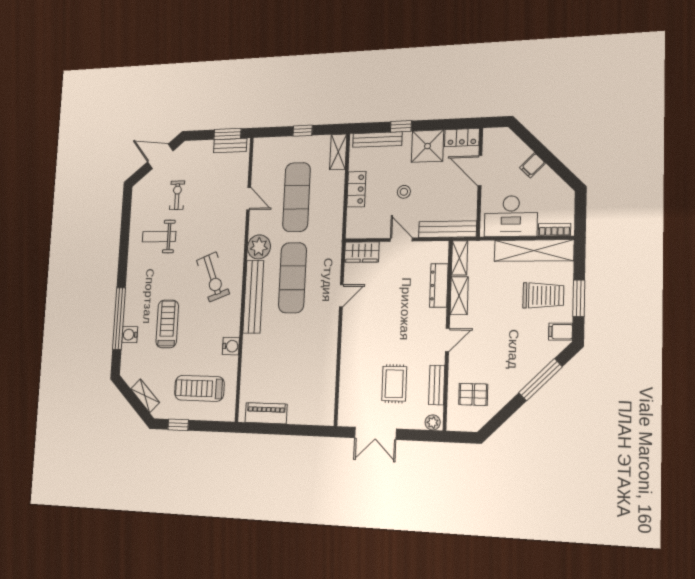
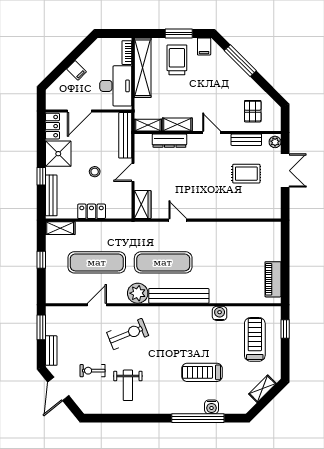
bench: (230, 146) -> (51, 351), moved
exercise bike: (213, 277) -> (128, 334), moved
treadmill: (199, 388) -> (255, 339), turned 180
window: (178, 425) -> (285, 329), moved
double door: (375, 433) -> (285, 171), moved

